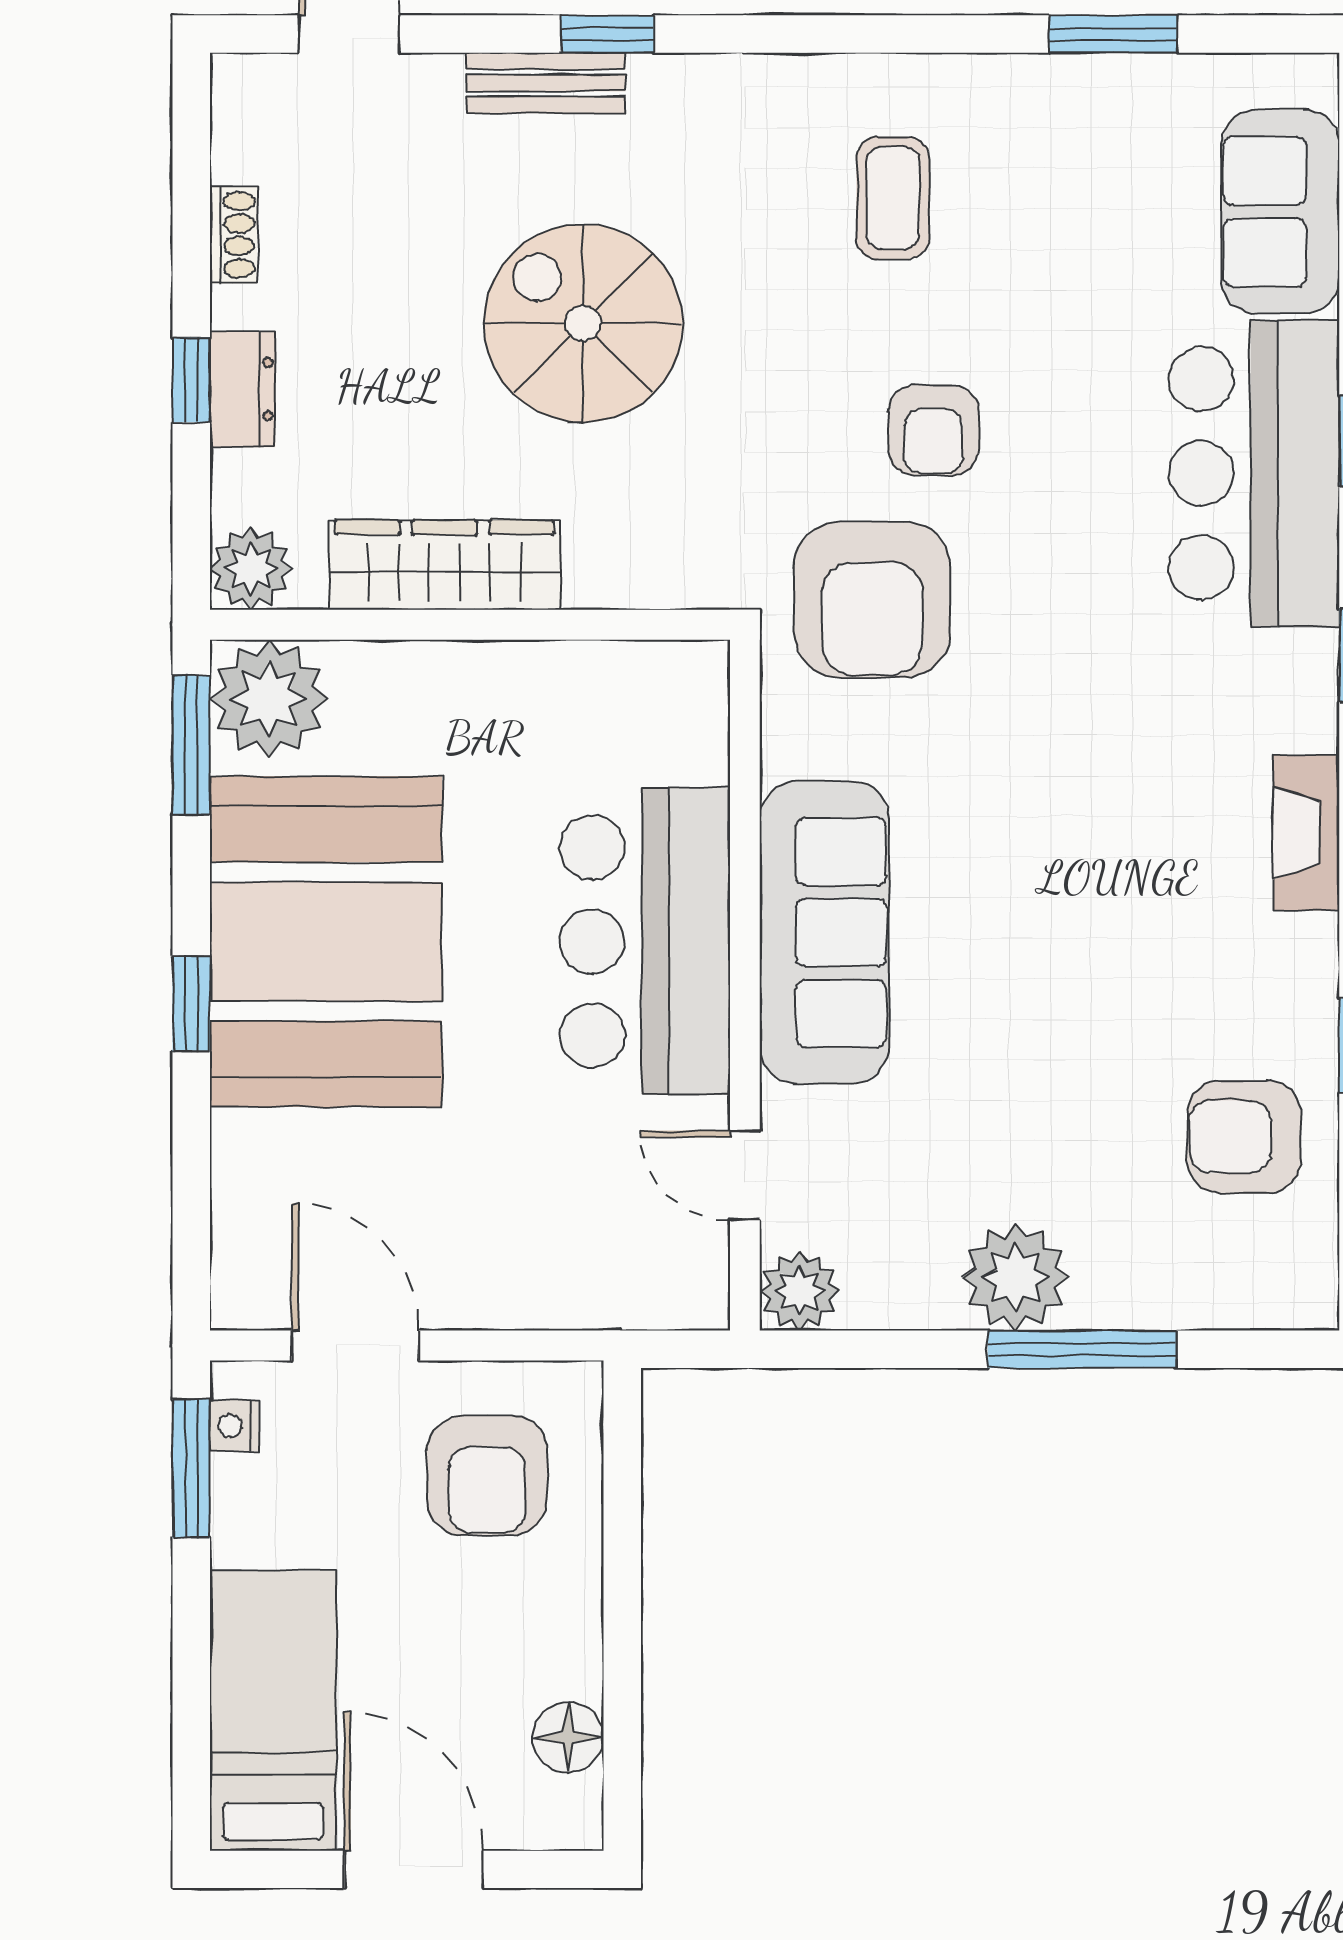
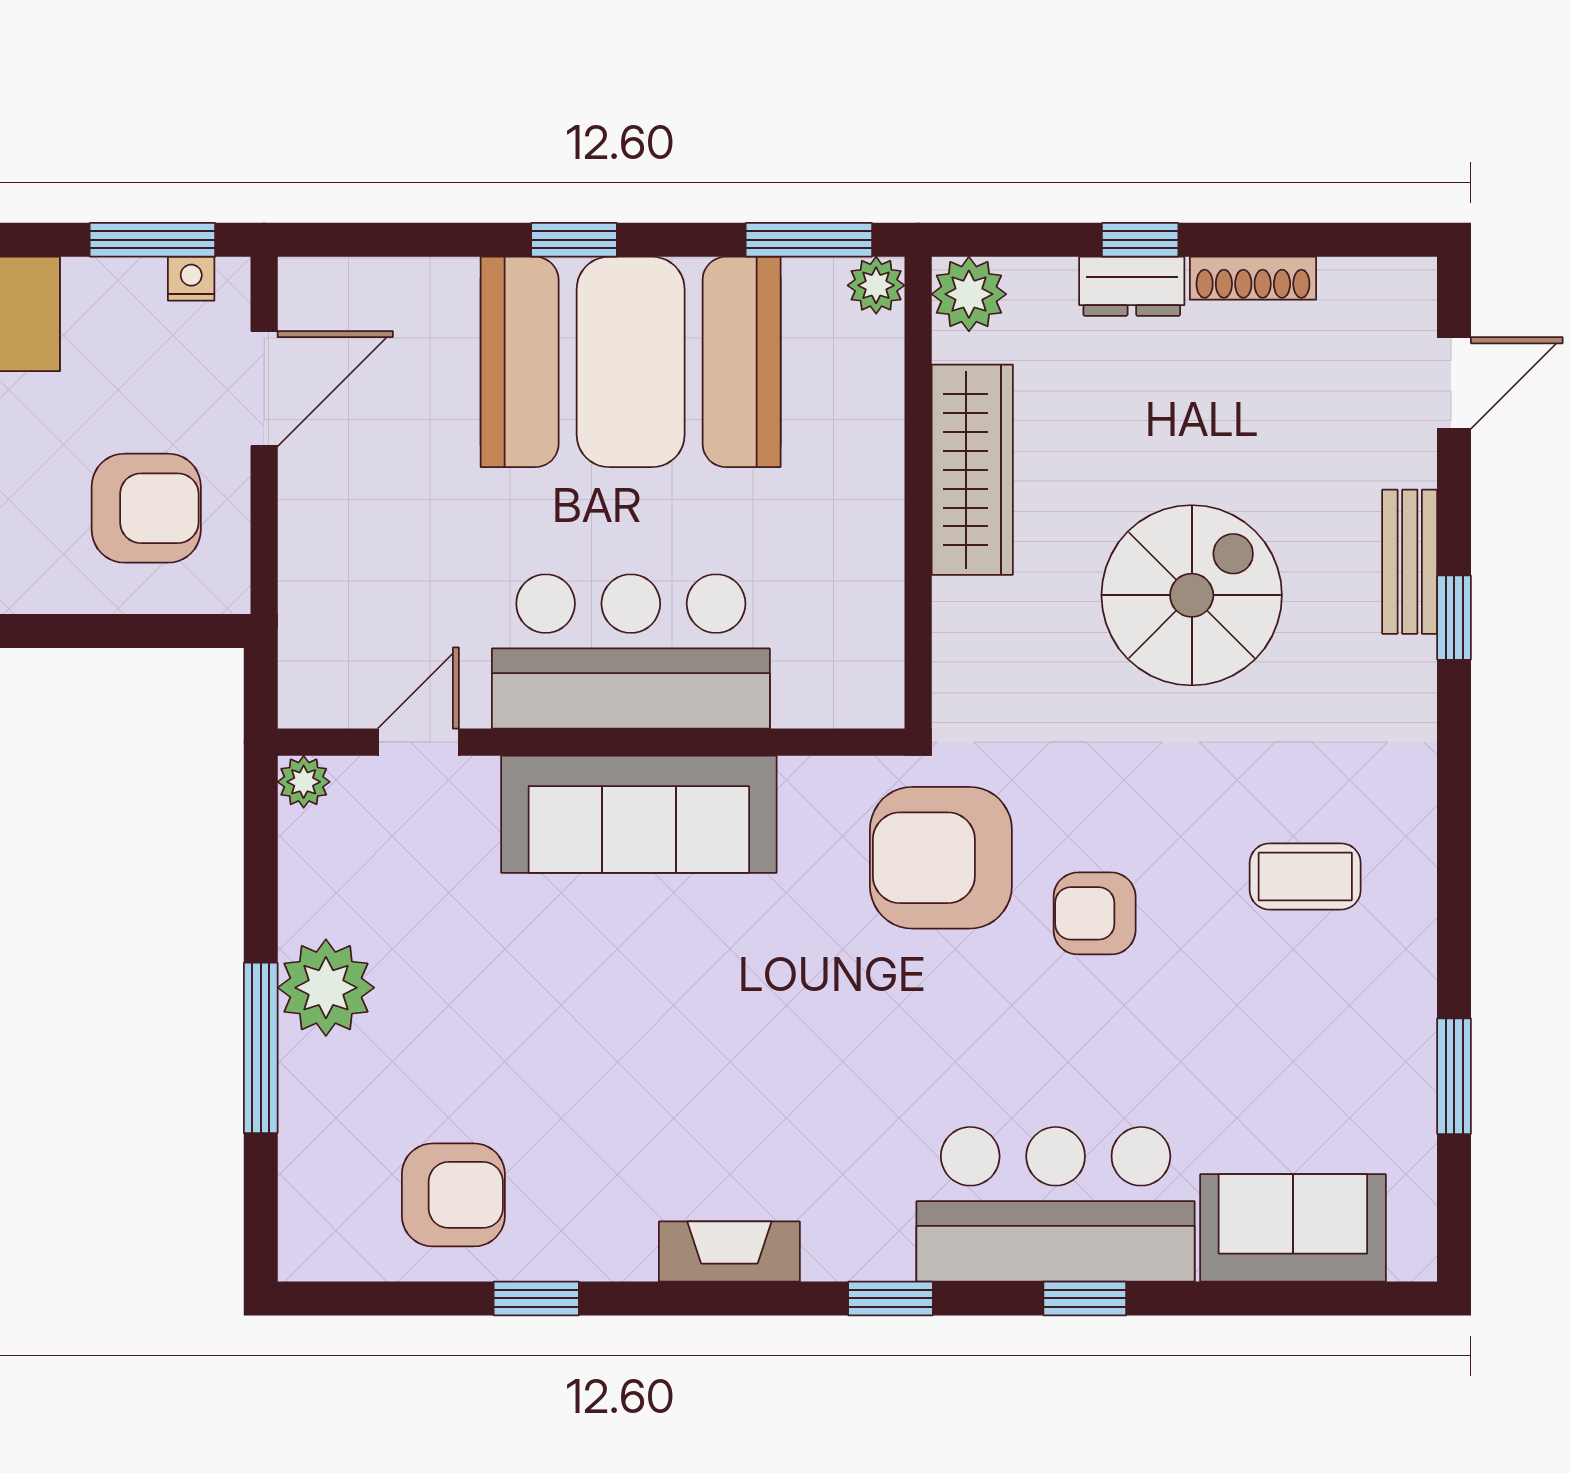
shoe rack: (234, 235) -> (1253, 278), width x1.43
plant: (269, 699) -> (876, 285), width x0.53, depth x0.53
armchair: (1244, 1137) -> (453, 1195), turned 90
plant: (799, 1291) -> (304, 782), width x0.73, depth x0.73
armchair: (487, 1475) -> (146, 508), turned 180

